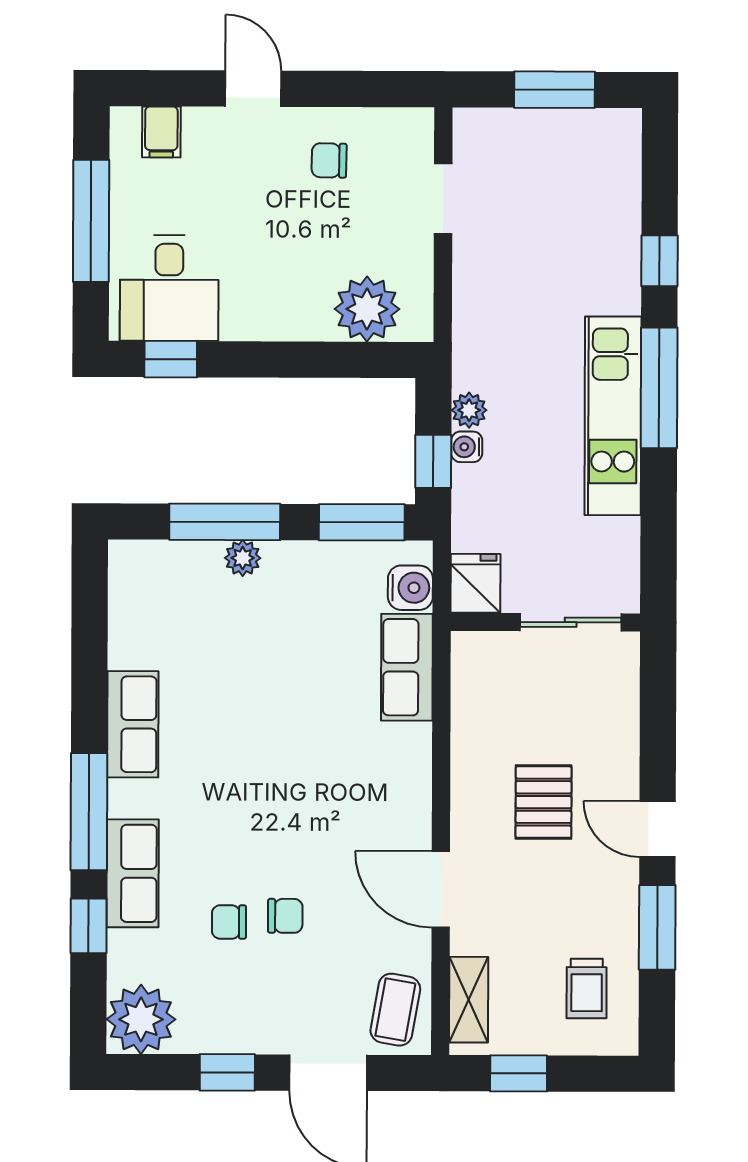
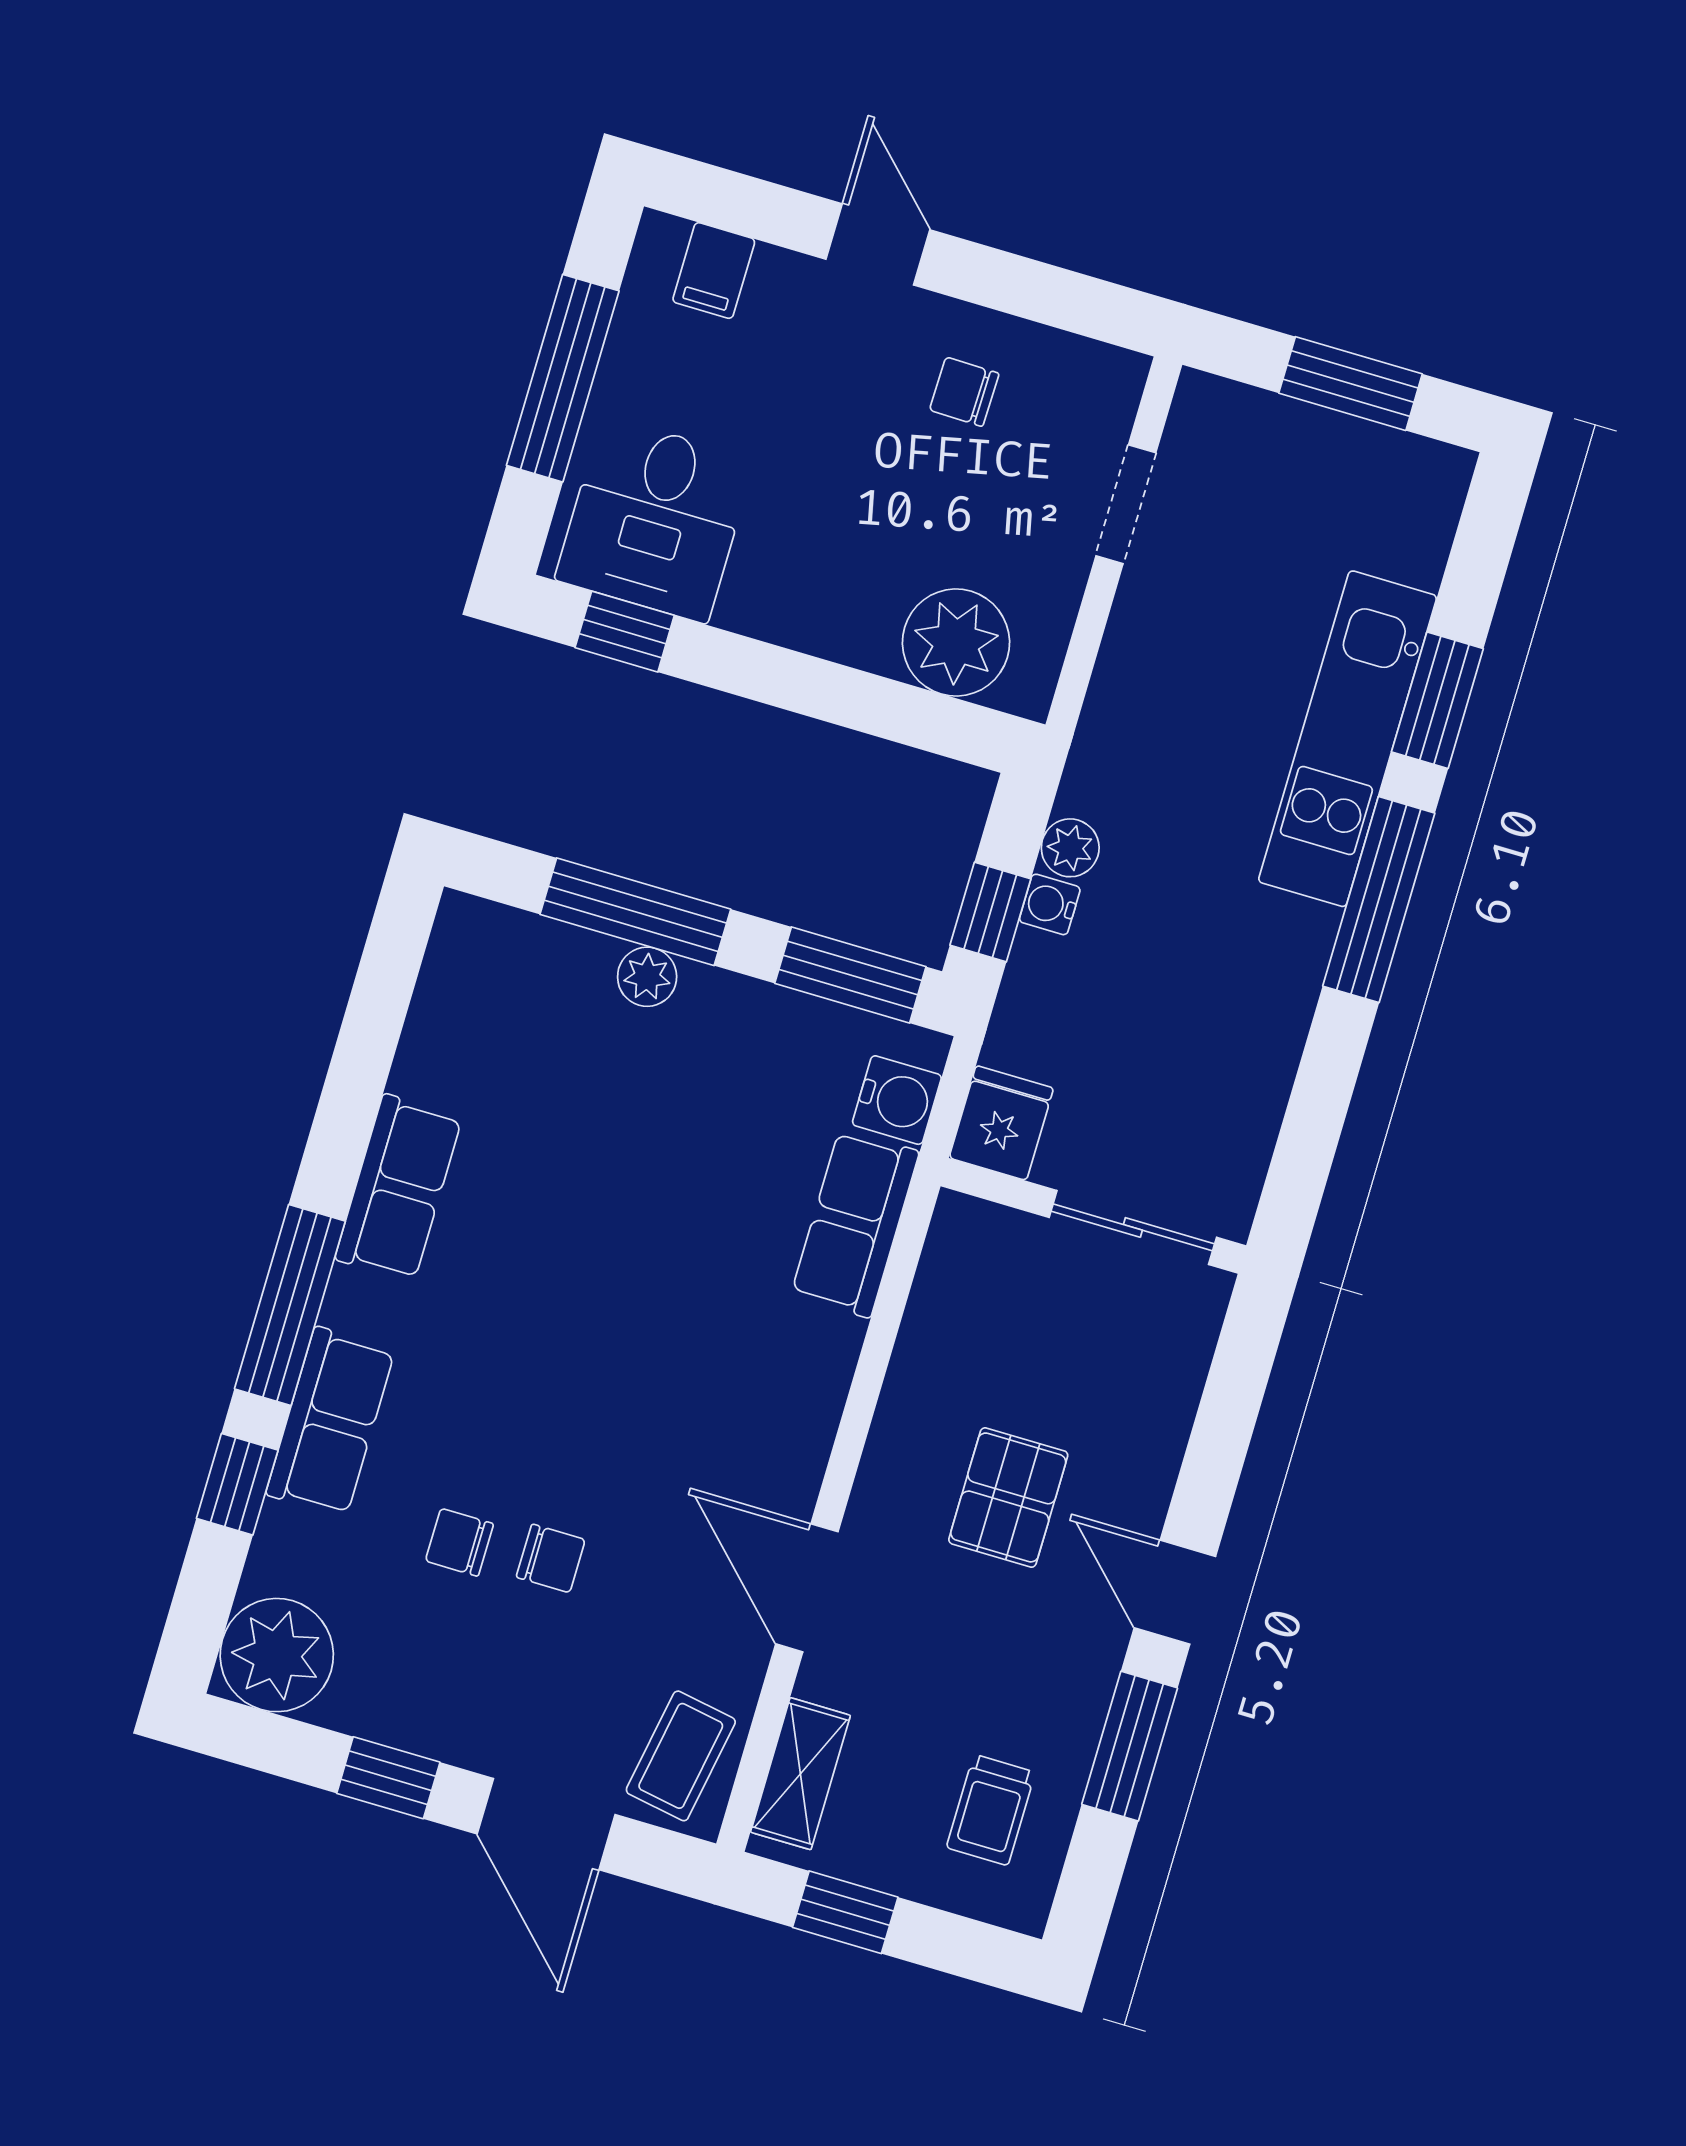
window: (660, 261) -> (1437, 700), width x1.50
kitchen unit: (613, 416) -> (1348, 739), moved

